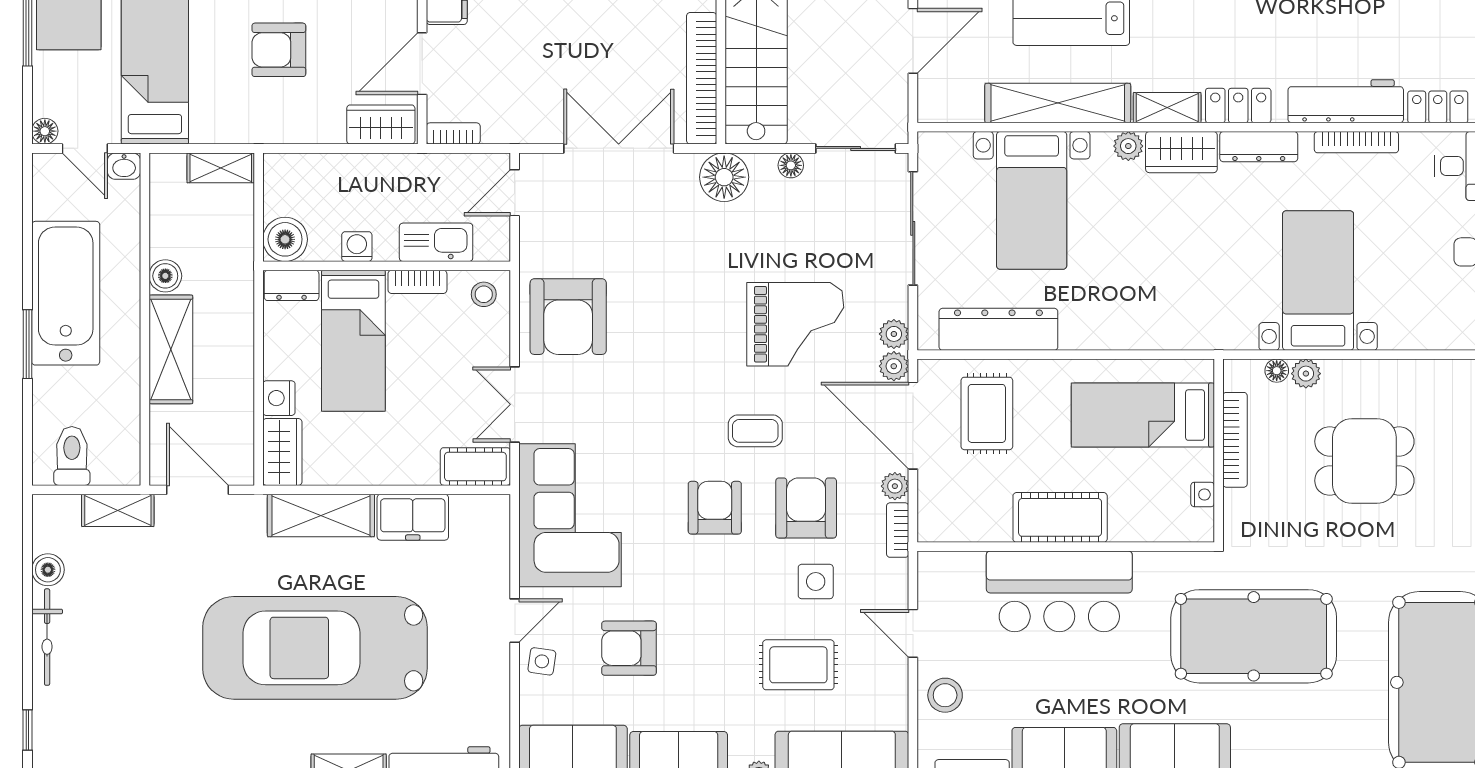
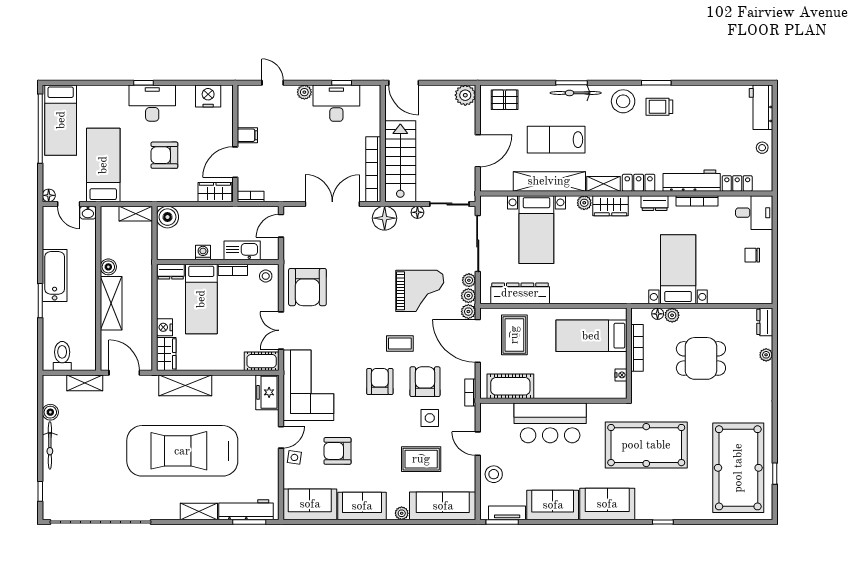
dresser: (1259, 147) -> (655, 203), width x0.70
boiler: (285, 239) -> (167, 217), moved
bathtub: (66, 293) -> (55, 275), width x0.73, depth x0.73
plant: (895, 486) -> (469, 280), moved
freezer: (413, 517) -> (267, 392), moved, turned 90
cot: (1060, 517) -> (510, 386), moved

